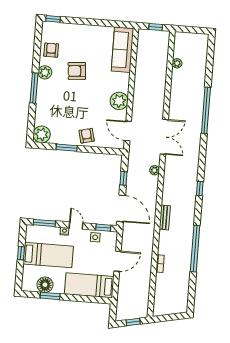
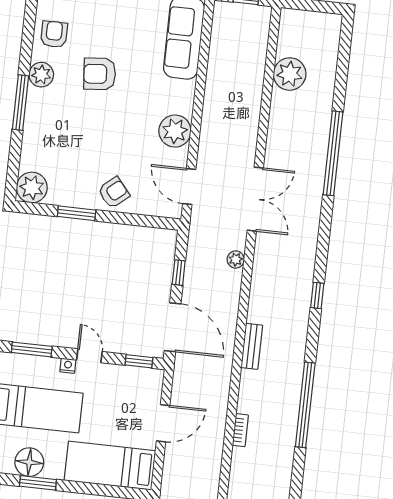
plant: (177, 63) -> (290, 74), width x1.88, depth x1.88
armchair: (87, 136) -> (114, 193), turned 64
side table: (95, 237) -> (124, 378), removed

